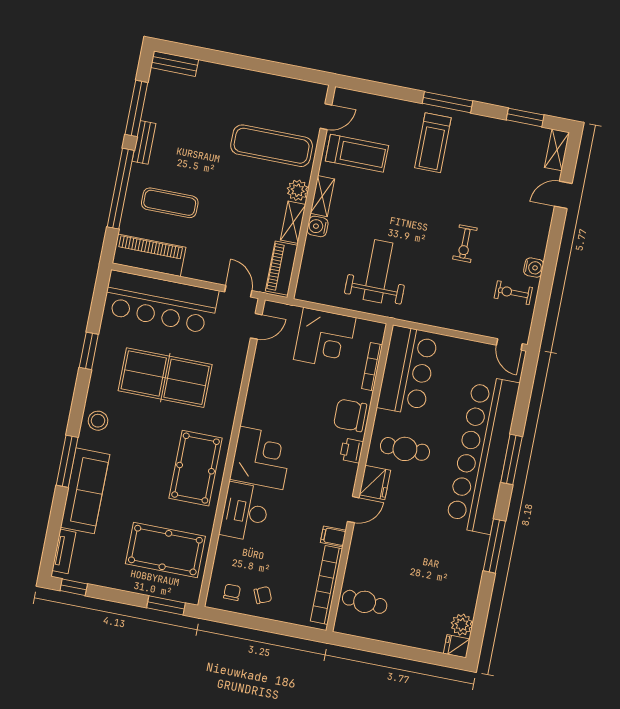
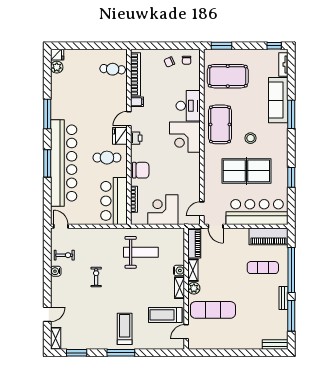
weight bench: (378, 271) -> (141, 252), turned -90
stool: (98, 421) -> (251, 138), moved
printer: (352, 450) -> (136, 138), moved

